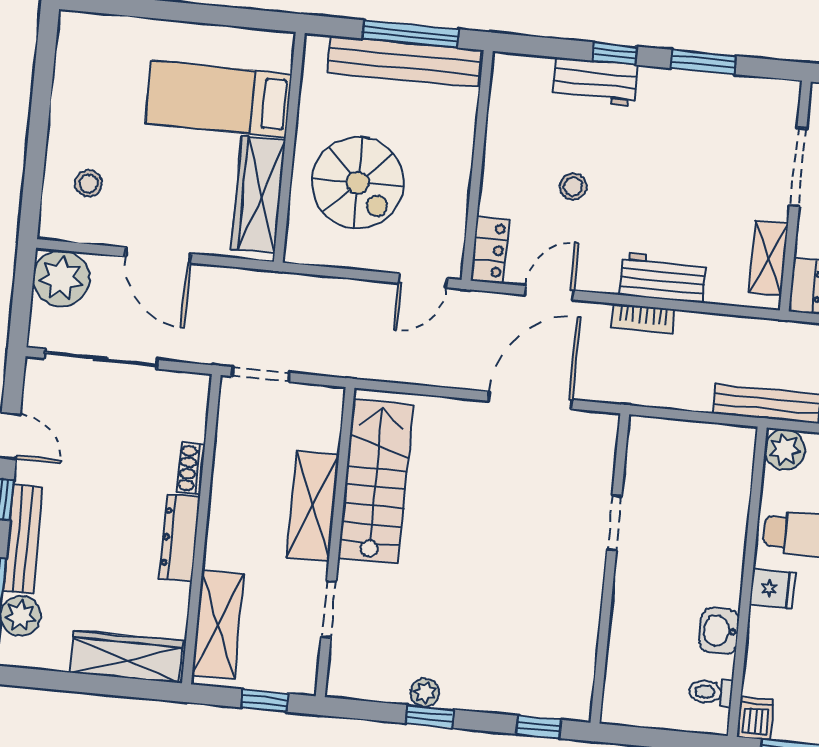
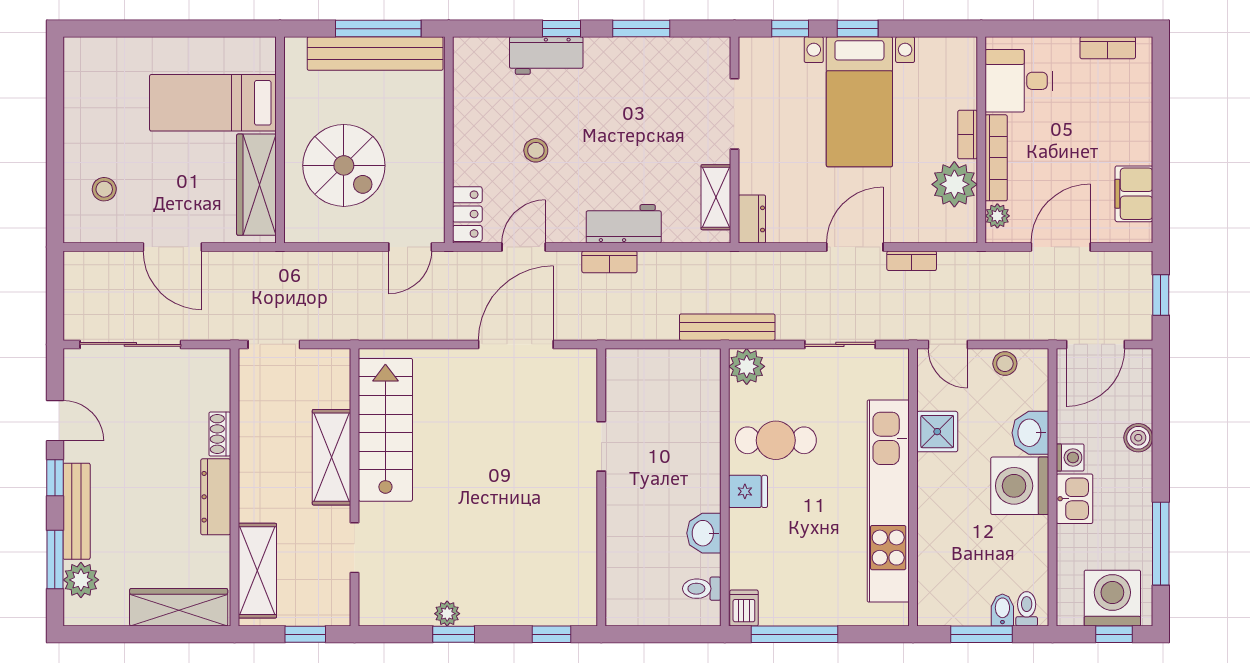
plant: (61, 278) -> (88, 276), removed

